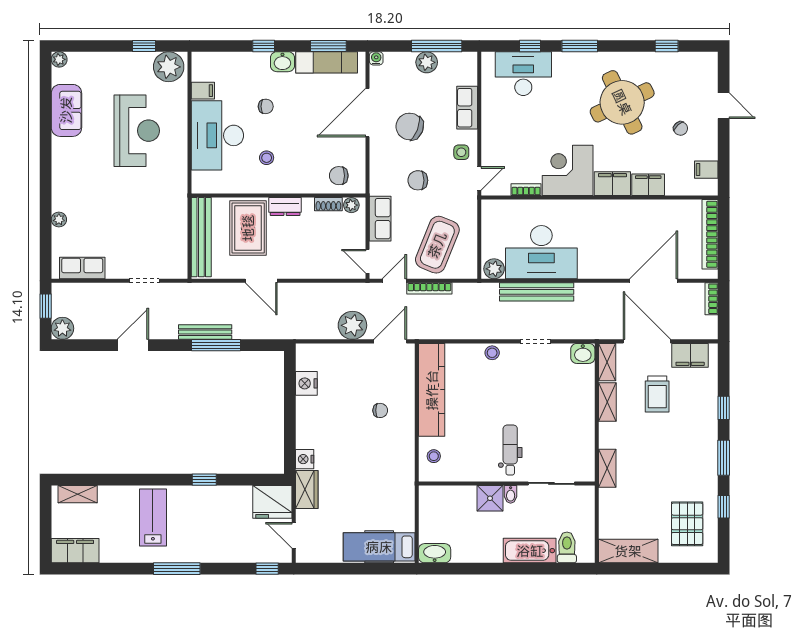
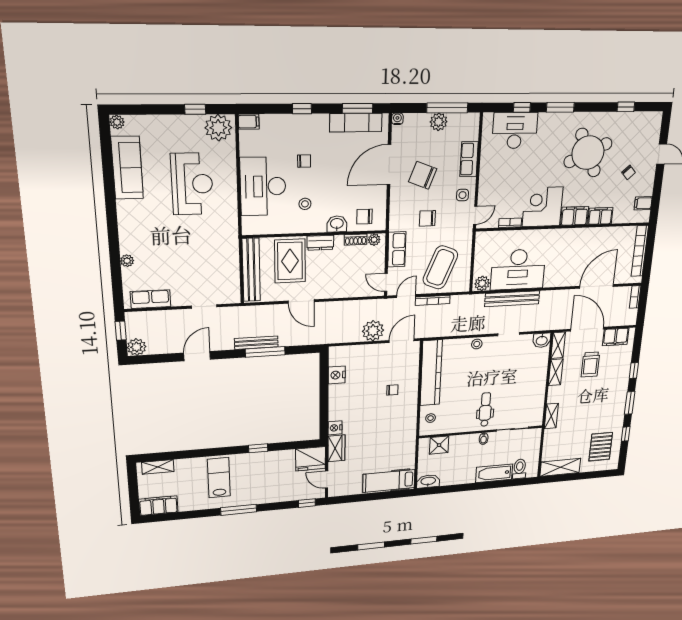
washbasin: (282, 62) -> (337, 224), moved, turned 180
filing cabinet: (203, 91) -> (249, 122), moved
sofa: (66, 110) -> (127, 168), width x1.36
shower: (490, 498) -> (439, 445), moved

